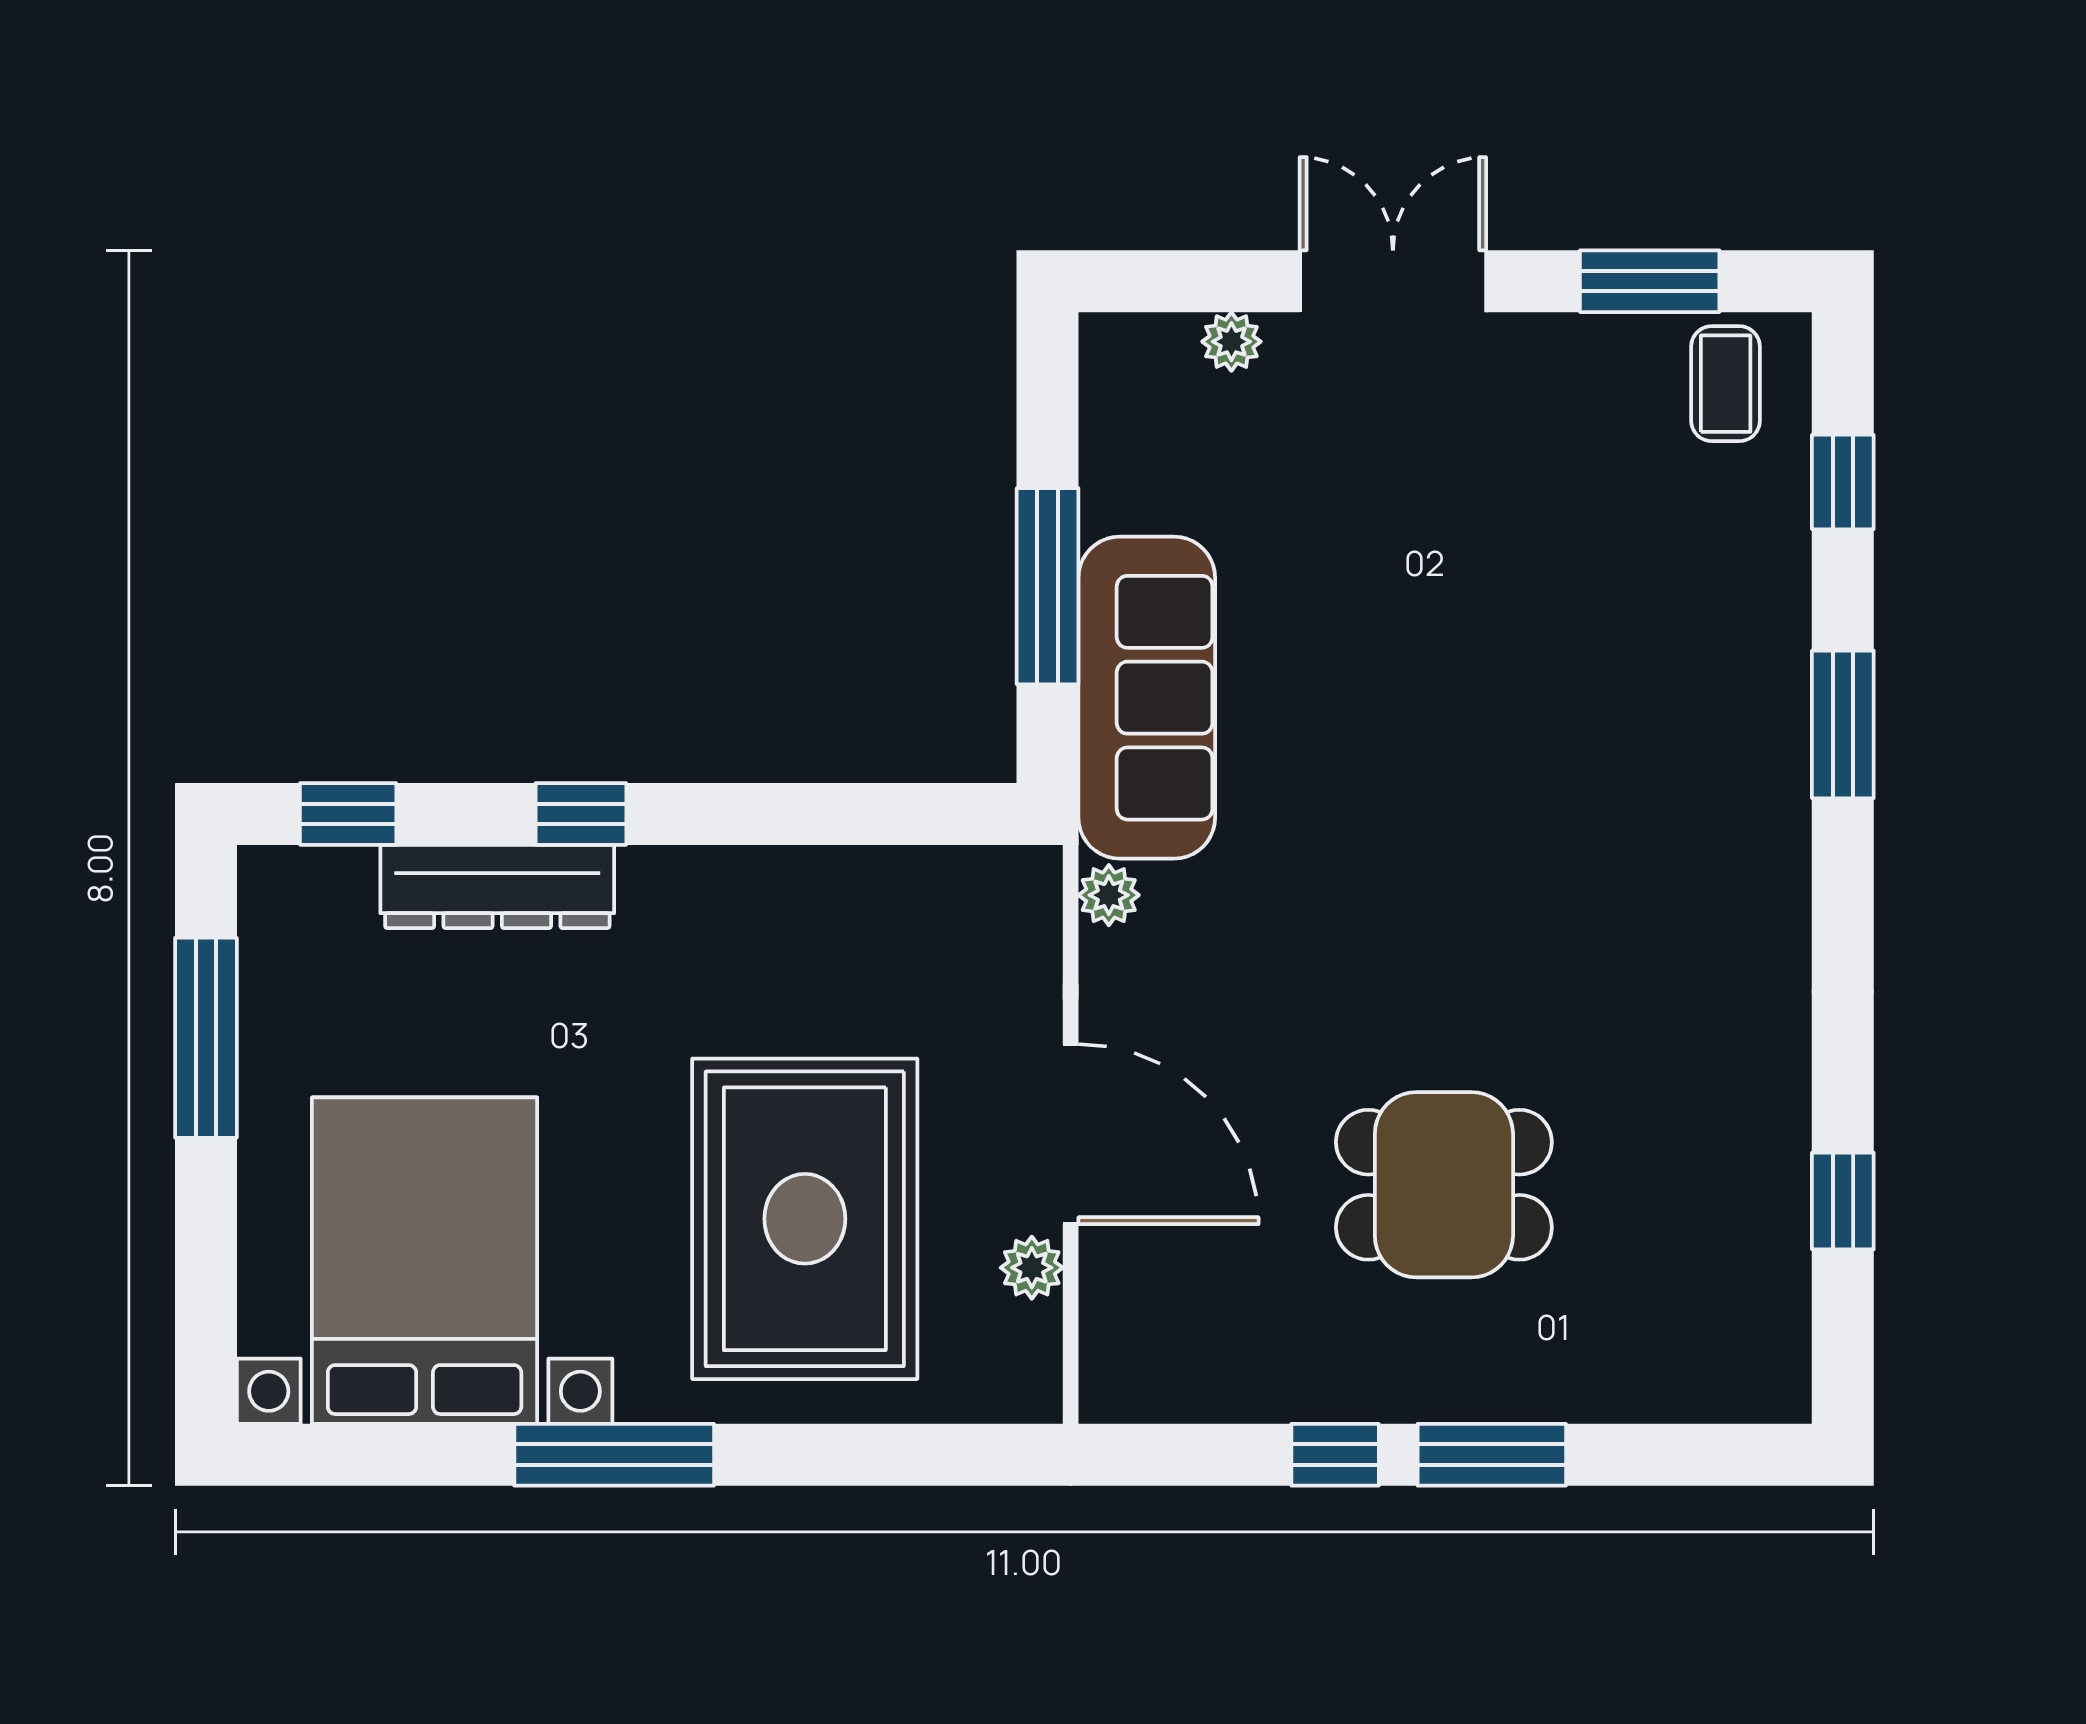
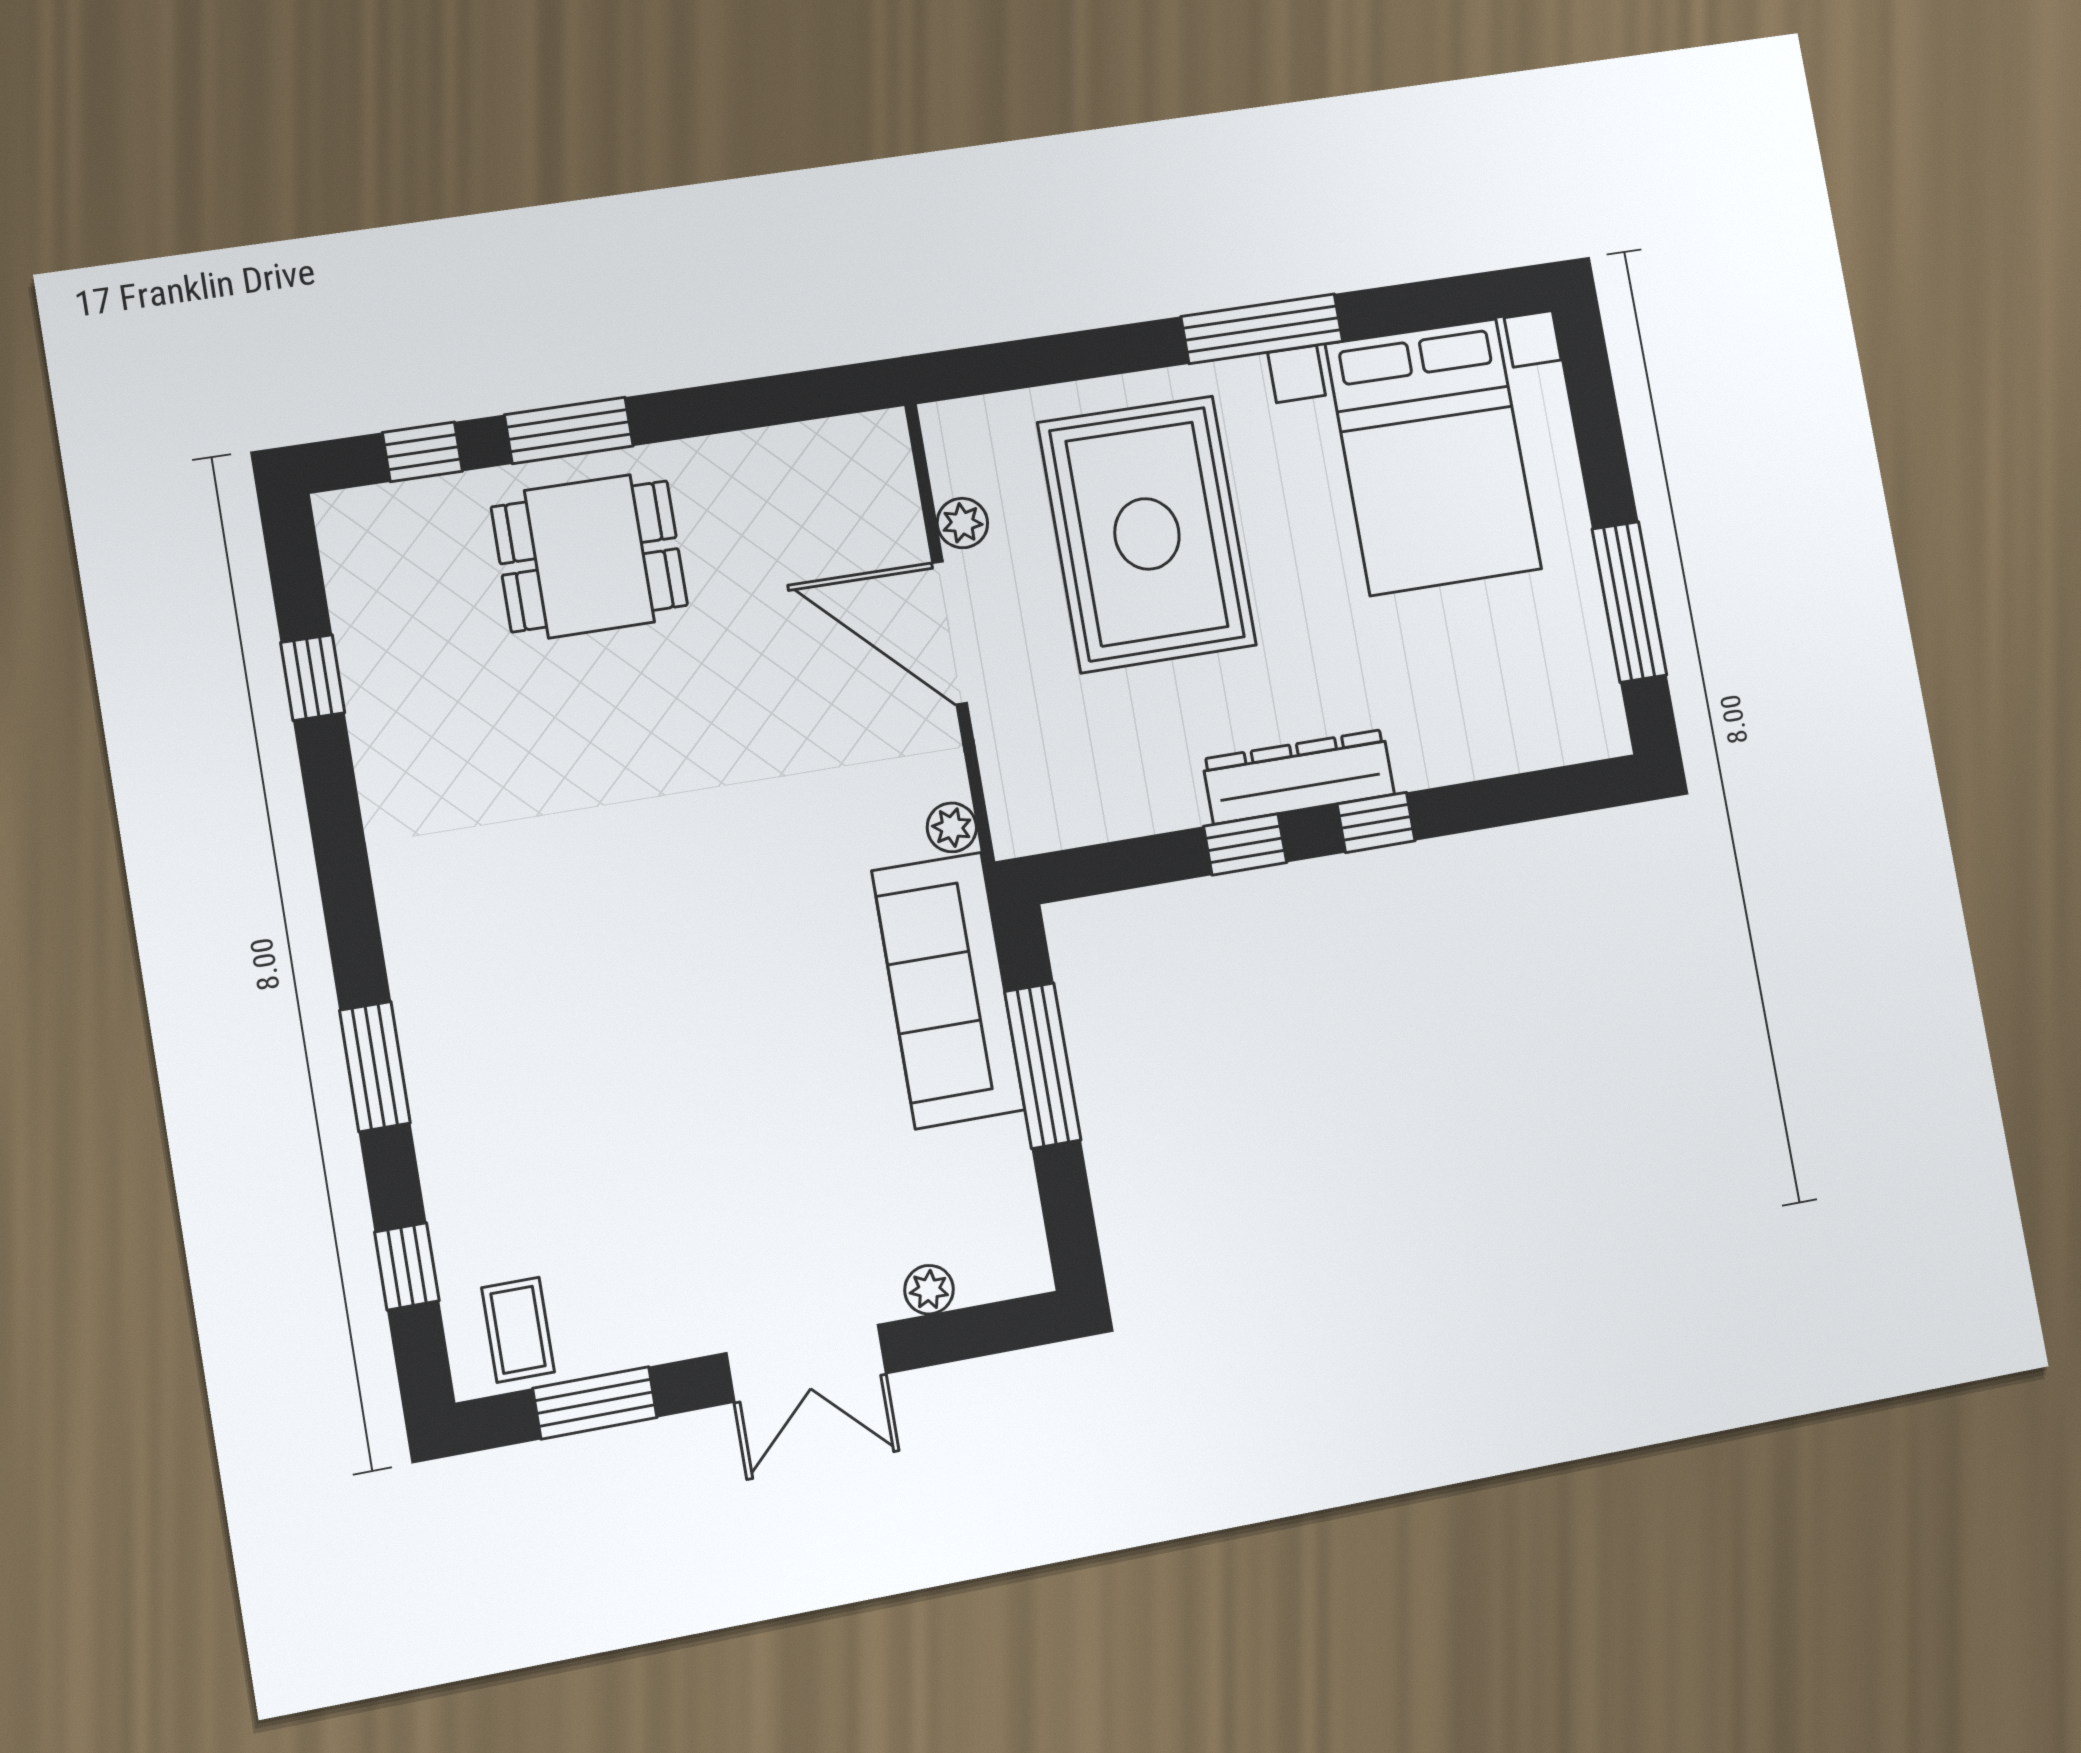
window: (348, 814) -> (1245, 844), moved
dresser: (497, 886) -> (1299, 777), moved
dining table: (1444, 1185) -> (589, 556), moved
window: (1335, 1455) -> (422, 452), moved

